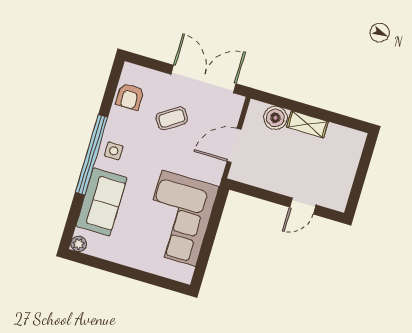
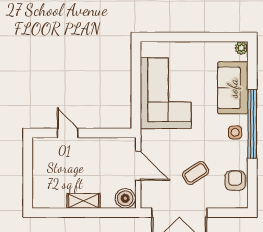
boiler: (275, 118) -> (125, 198), moved
door: (234, 145) -> (138, 166), hinge flipped
door: (303, 206) -> (68, 133), hinge flipped

